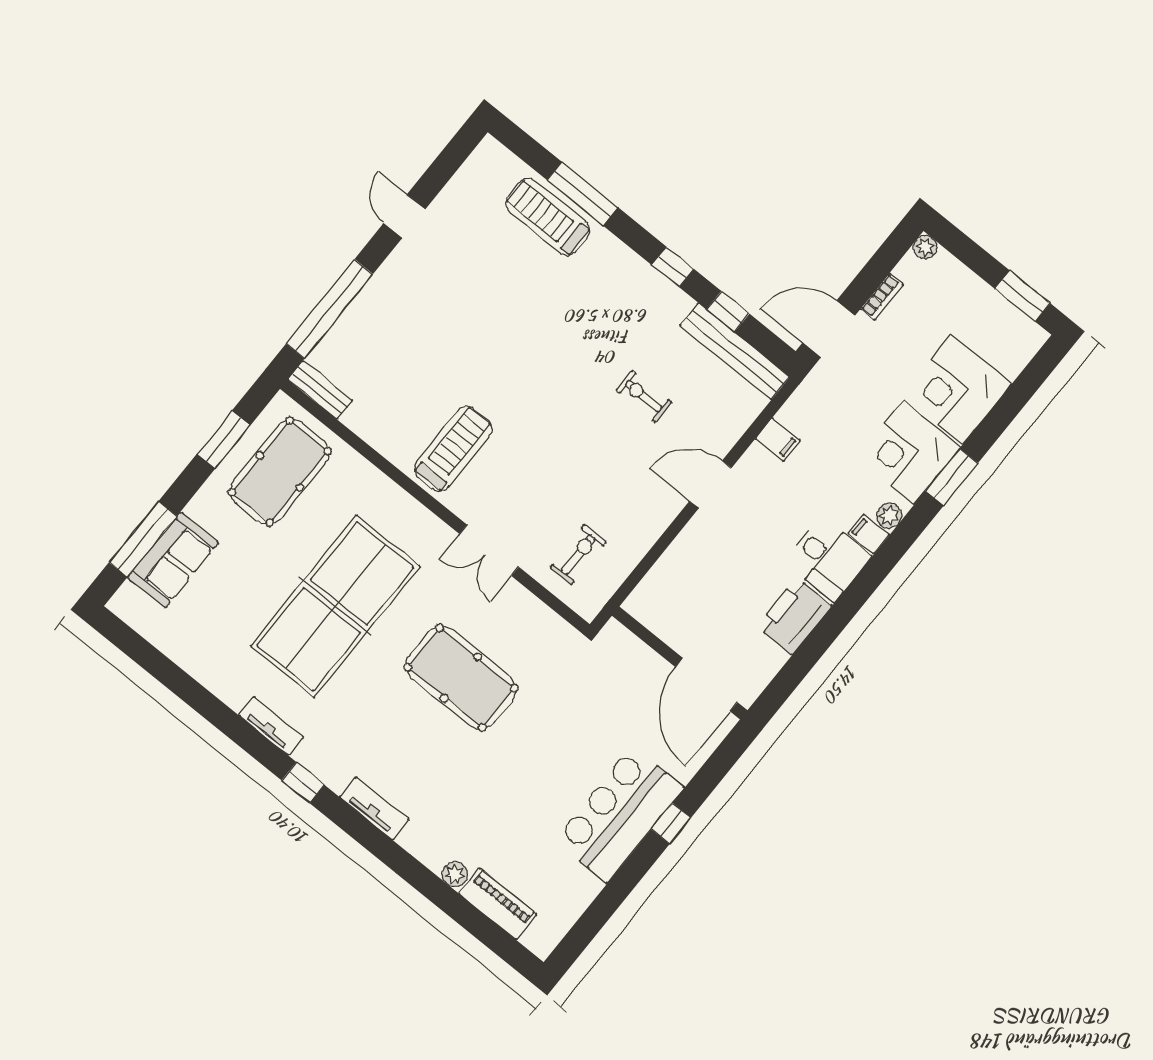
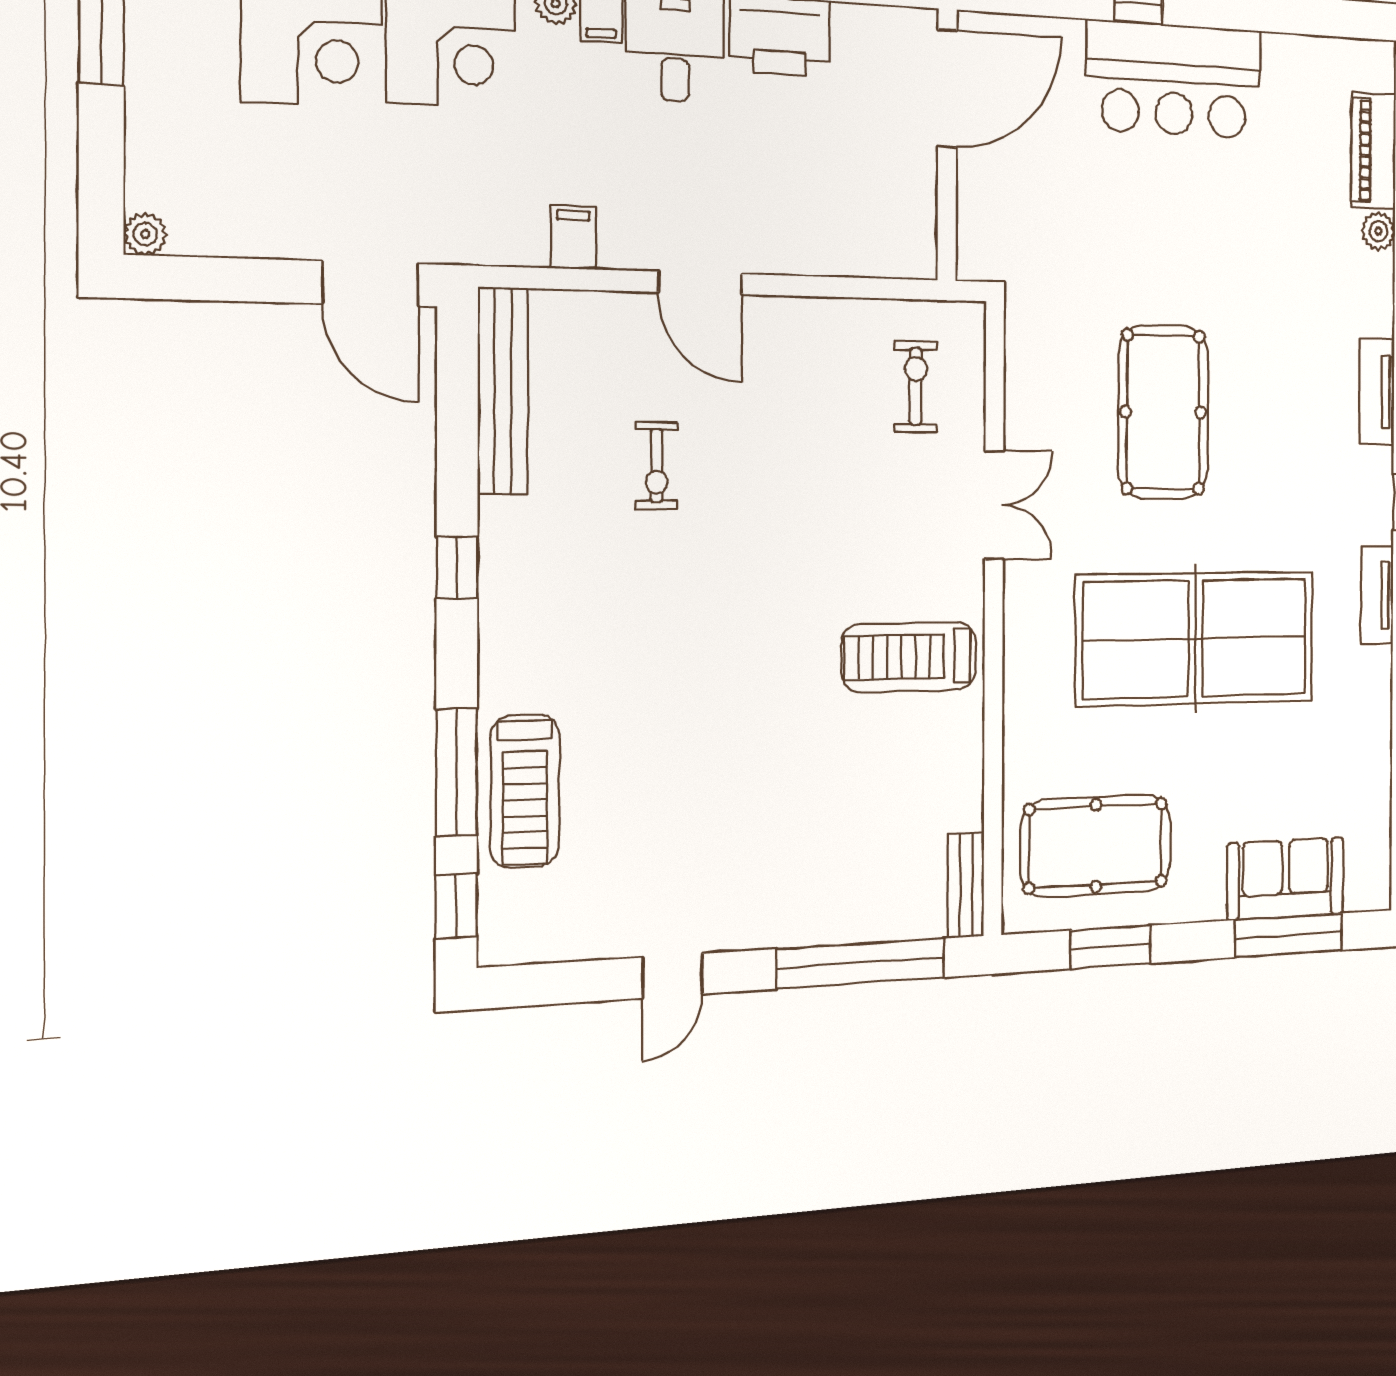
bookcase: (882, 297) -> (266, 243), removed
window: (728, 312) -> (456, 906), moved
exercise bike: (578, 555) -> (916, 386), turned 90

